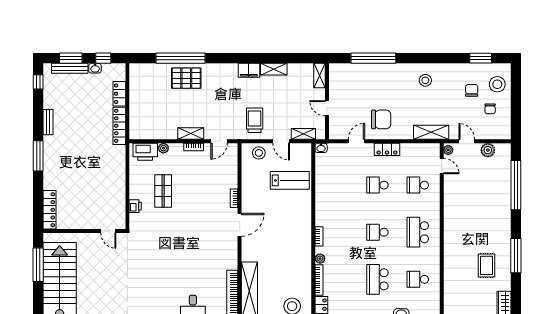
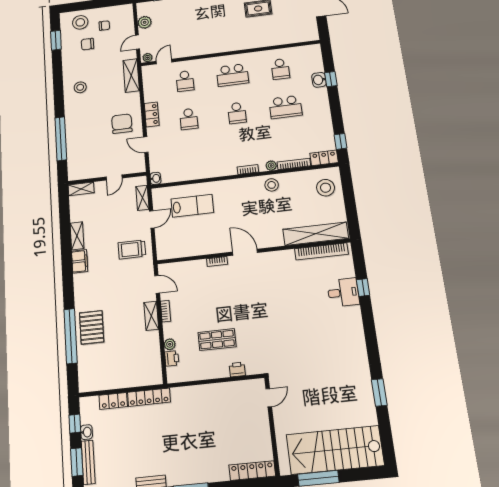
printer: (145, 152) -> (172, 358), width x0.53, depth x0.68
stool: (259, 153) -> (272, 185), moved
lab bench: (290, 180) -> (192, 206), turned 90

